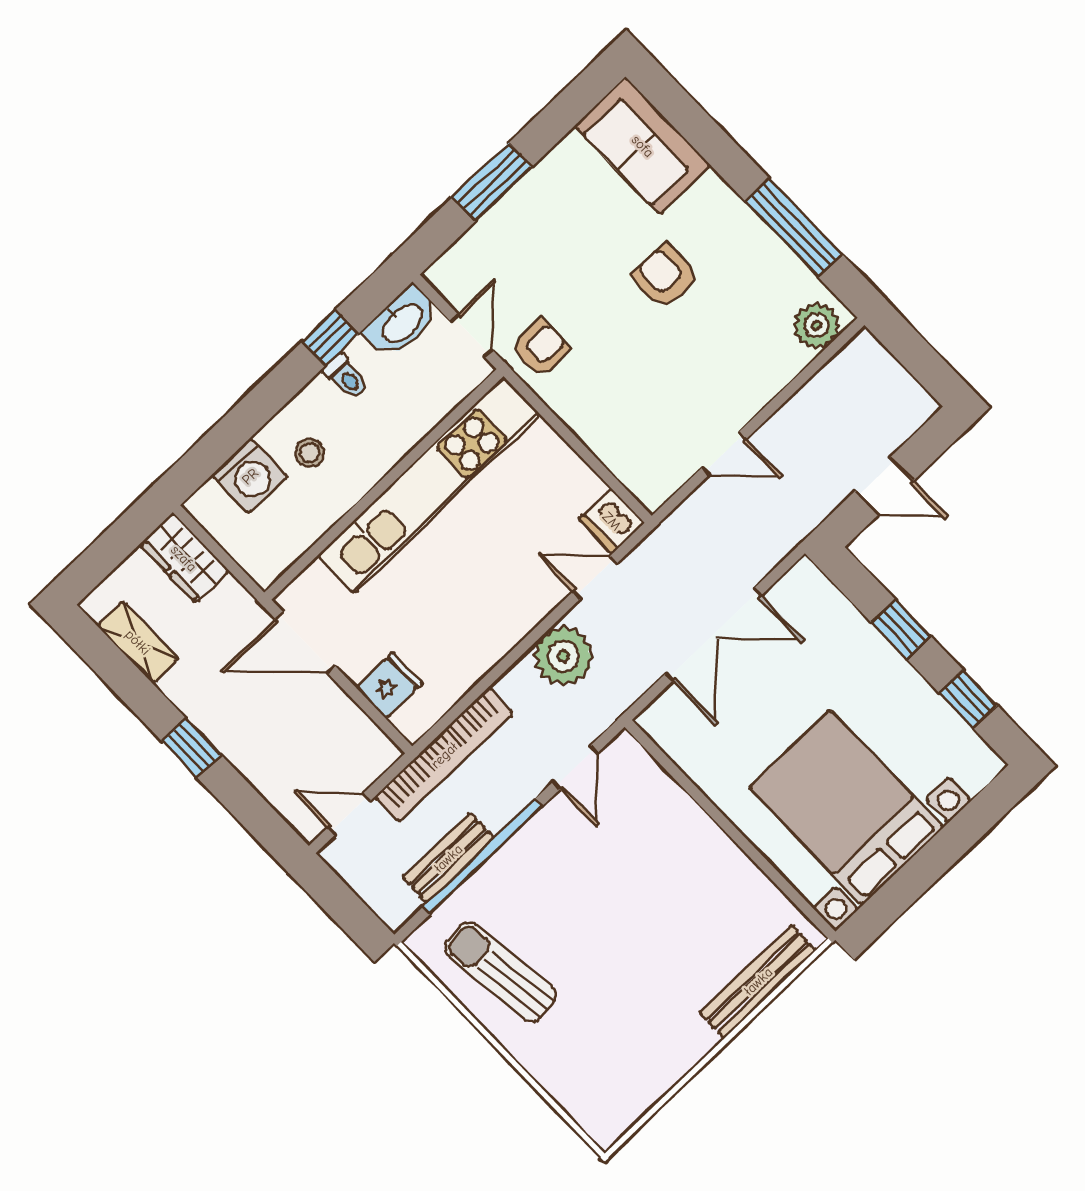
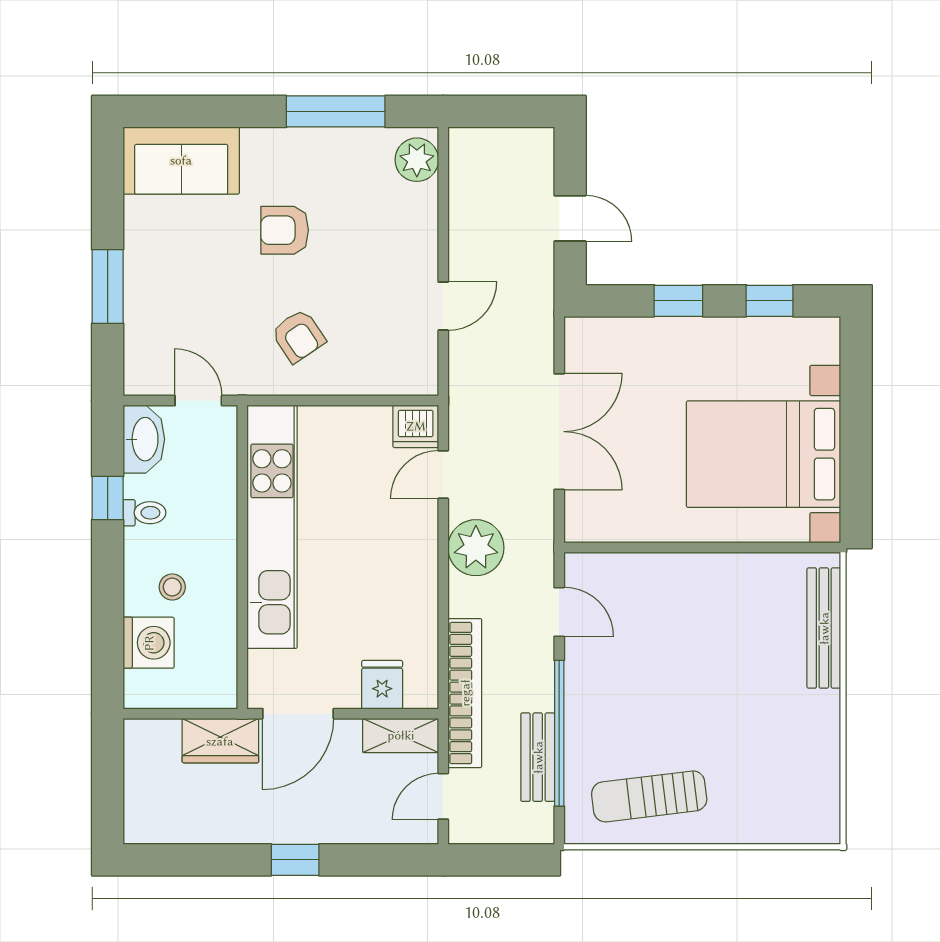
armchair: (540, 348) -> (298, 336), moved, turned 145
door: (884, 486) -> (570, 218), hinge flipped
wardrobe: (184, 558) -> (220, 741), moved
shelving: (138, 642) -> (401, 735), moved

